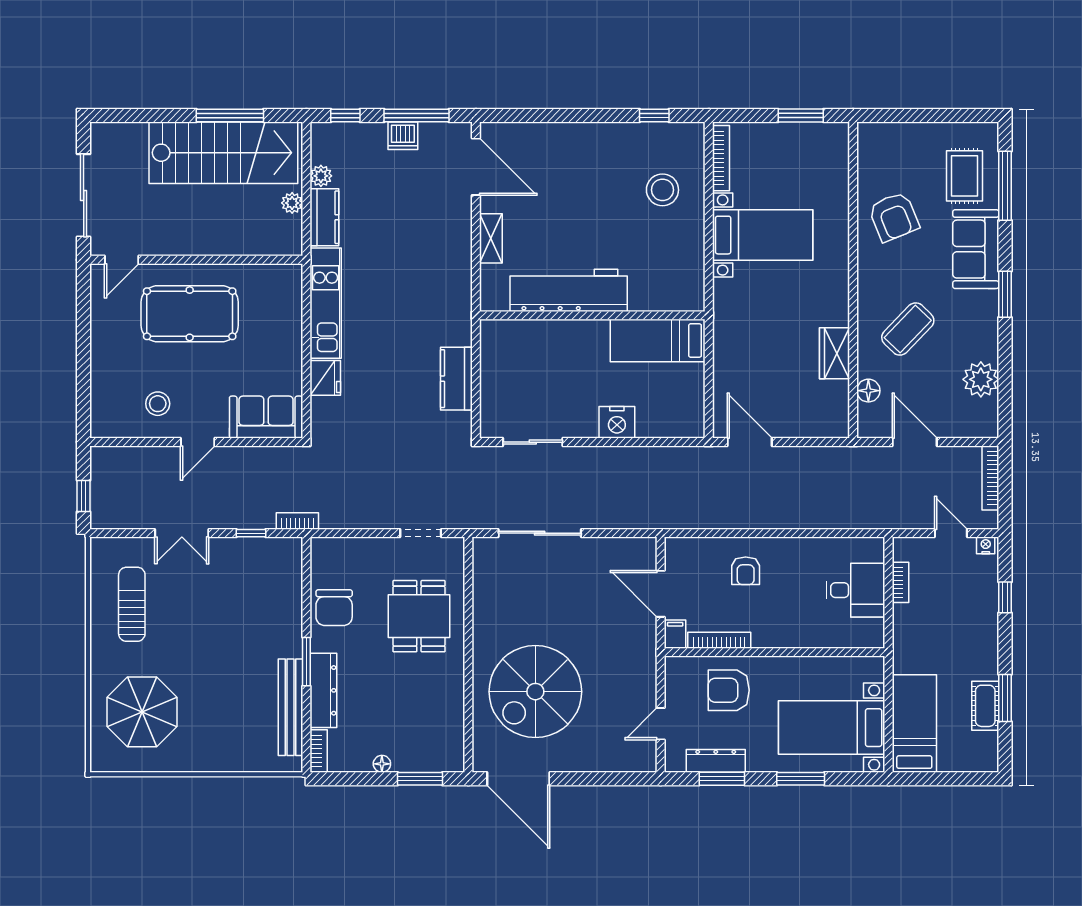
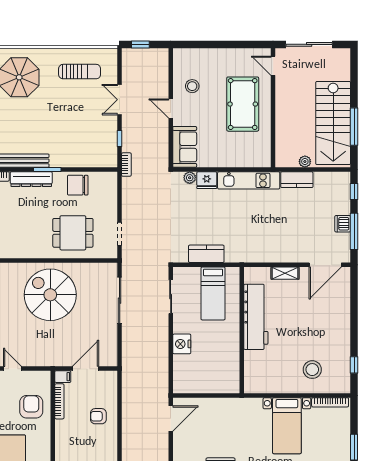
plant: (321, 176) -> (190, 178), moved
bed: (658, 341) -> (213, 293), moved, turned 180
spiral stairs: (535, 692) -> (50, 295), moved

